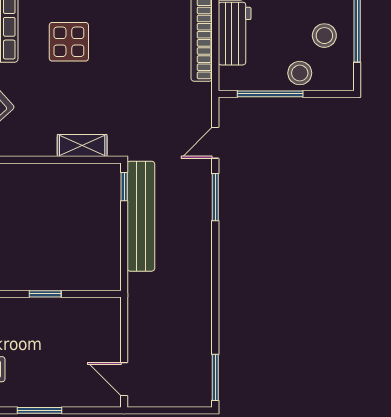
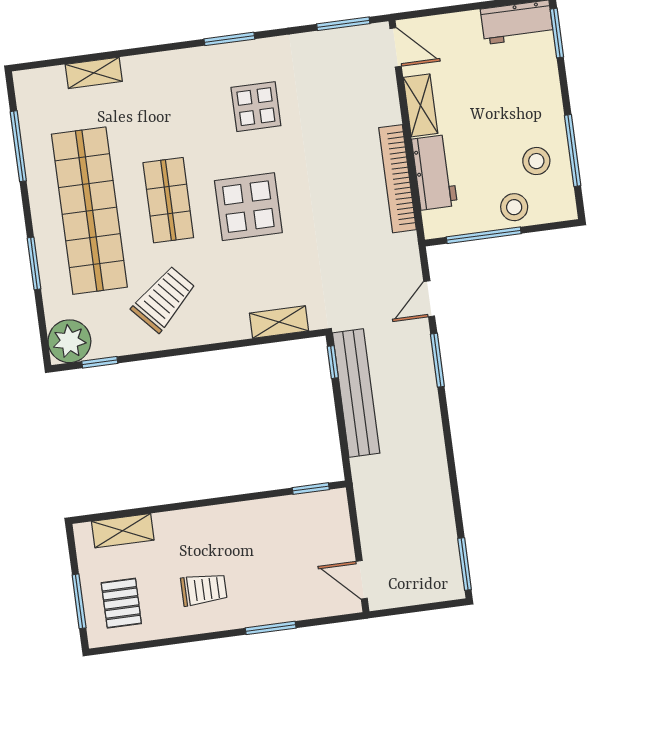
display table: (69, 42) -> (248, 207), width x1.36, depth x1.36
window: (45, 294) -> (311, 489), moved

